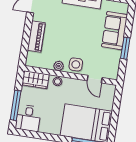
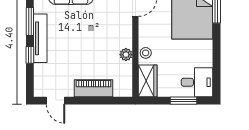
side table: (76, 64) -> (121, 33), removed
window: (16, 105) -> (184, 101), width x0.69

